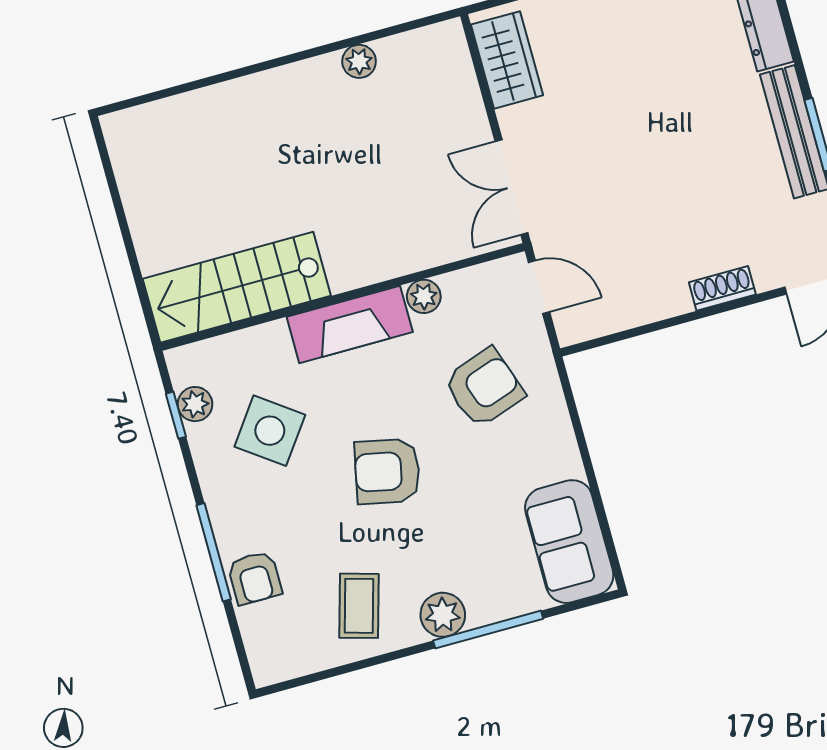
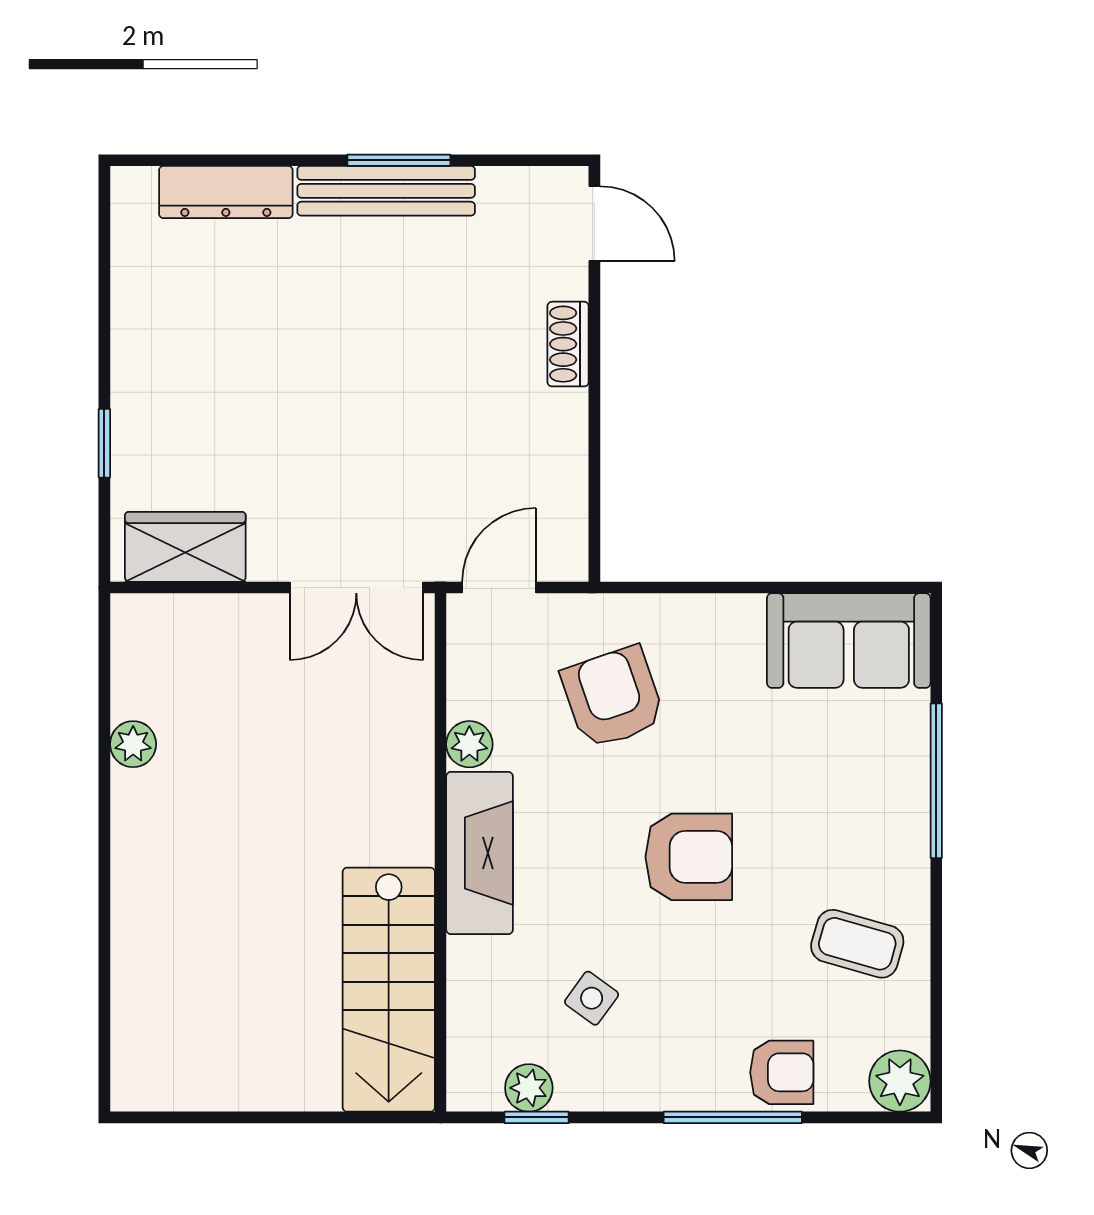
side table: (270, 431) -> (592, 998), width x0.54, depth x0.54
armchair: (387, 471) -> (689, 857), turned -102
plant: (443, 615) -> (900, 1081), moved

